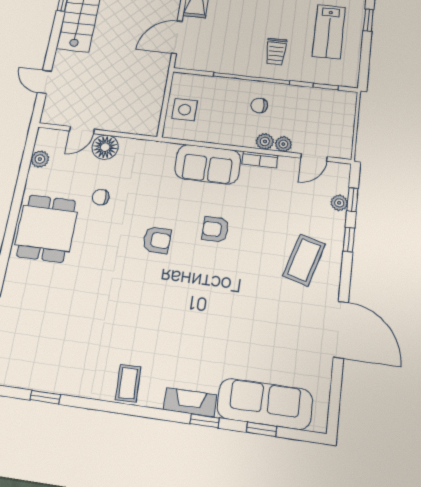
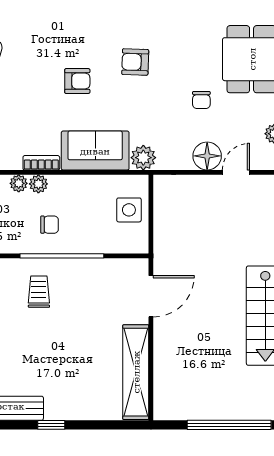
plant: (164, 153) -> (143, 158), added
chair: (101, 197) -> (201, 100), turned 90

